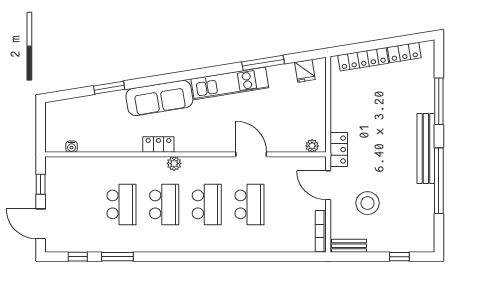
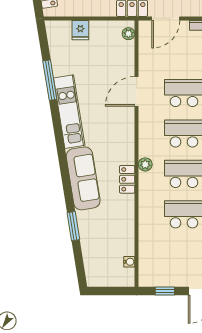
fridge: (305, 71) -> (80, 30), moved, turned 99

